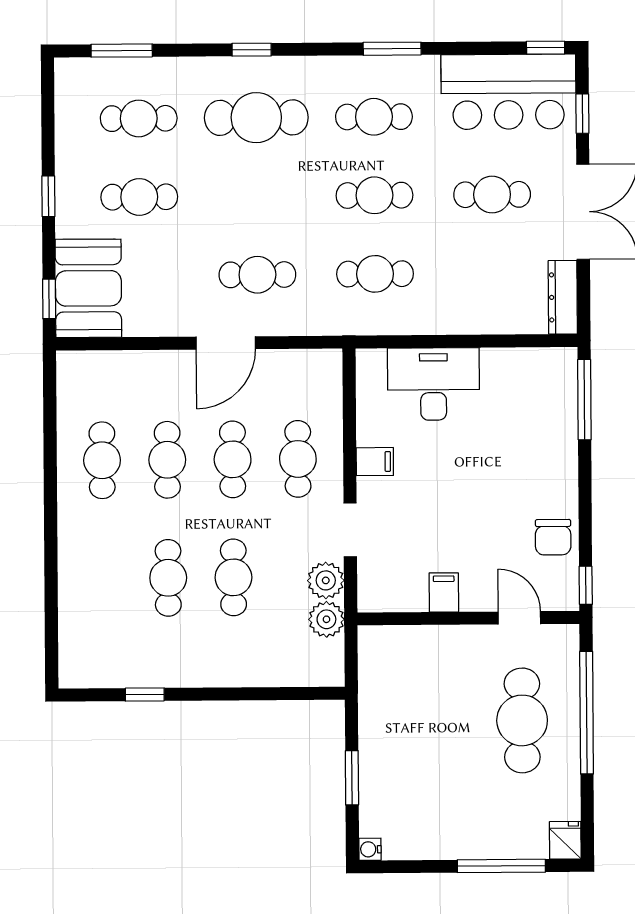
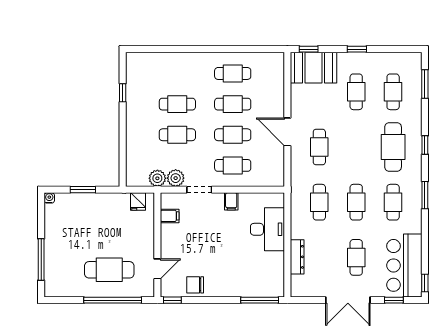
window: (392, 49) -> (425, 195), moved
dresser: (563, 297) -> (297, 257), moved, turned 90
filing cabinet: (444, 592) -> (170, 216), moved
fridge: (565, 840) -> (138, 202), moved, turned 90

